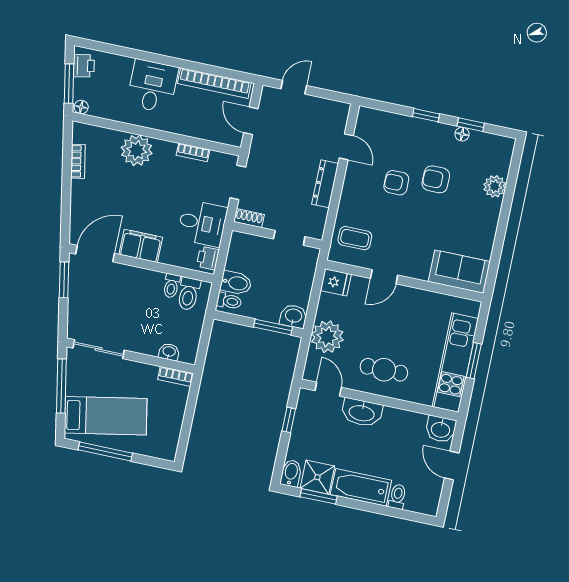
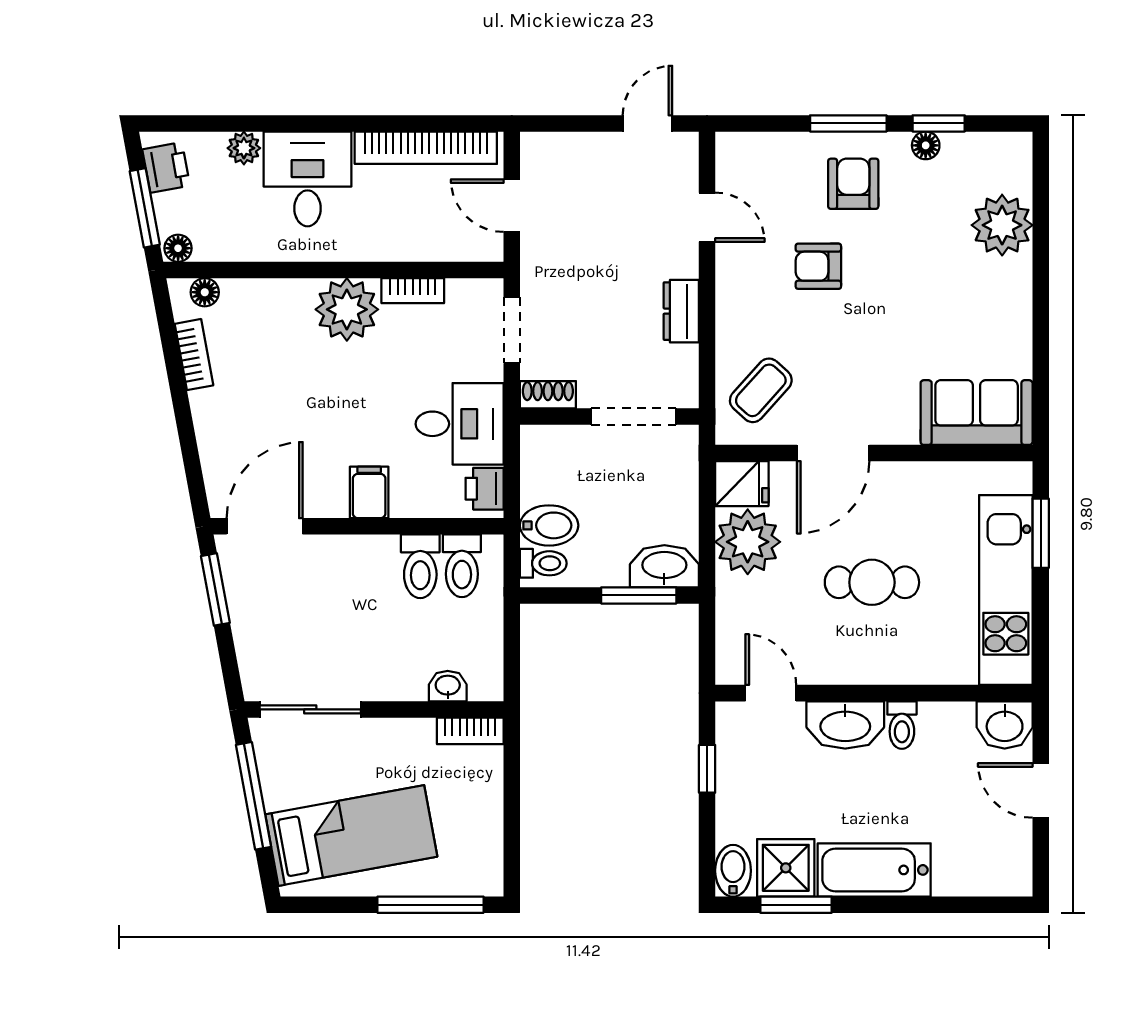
plant: (124, 64) -> (244, 148), added
door: (294, 87) -> (647, 123), moved
window: (426, 115) -> (848, 123), width x1.50
floor lamp: (90, 132) -> (205, 292), added
plant: (137, 150) -> (347, 309), moved
armchair: (436, 179) -> (853, 184), moved, turned 90
dresser: (325, 184) -> (681, 311), width x0.70
plant: (495, 186) -> (1002, 225), width x1.36, depth x1.36
doorway: (289, 238) -> (634, 416), width x1.38
coffee table: (355, 238) -> (761, 390), turned -48
filing cabinet: (141, 246) -> (369, 492), width x0.50
door: (384, 277) -> (833, 453), width x1.38
toilet: (171, 286) -> (420, 566), width x1.37, depth x1.39
washbasin: (294, 316) -> (664, 566), width x1.38
plant: (327, 337) -> (748, 542), moved
window: (474, 361) -> (1041, 533), moved
cafe table: (384, 370) -> (872, 582), moved
window: (105, 452) -> (430, 905), moved
toilet: (397, 497) -> (902, 725), moved, turned 180

